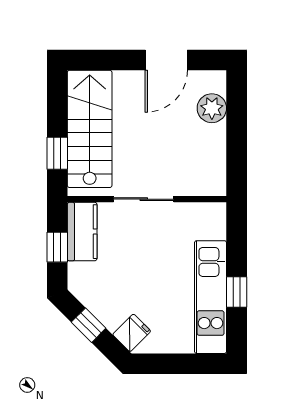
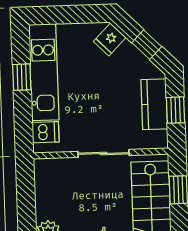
dishwasher: (211, 226) -> (46, 132), added
kitchen counter: (82, 232) -> (154, 104), moved

